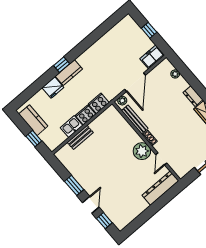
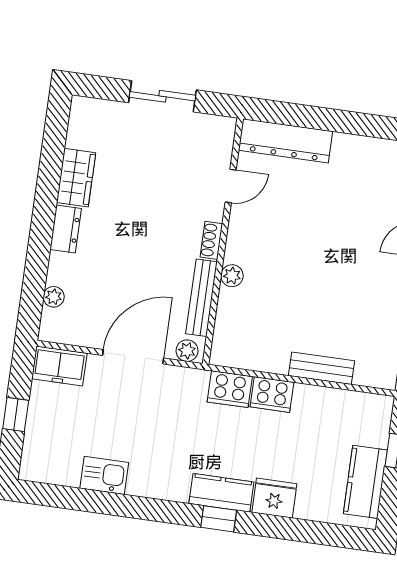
kitchen sink: (71, 127) -> (104, 475), moved, turned 180
plant: (142, 151) -> (232, 276), moved, width x0.53, depth x0.53

